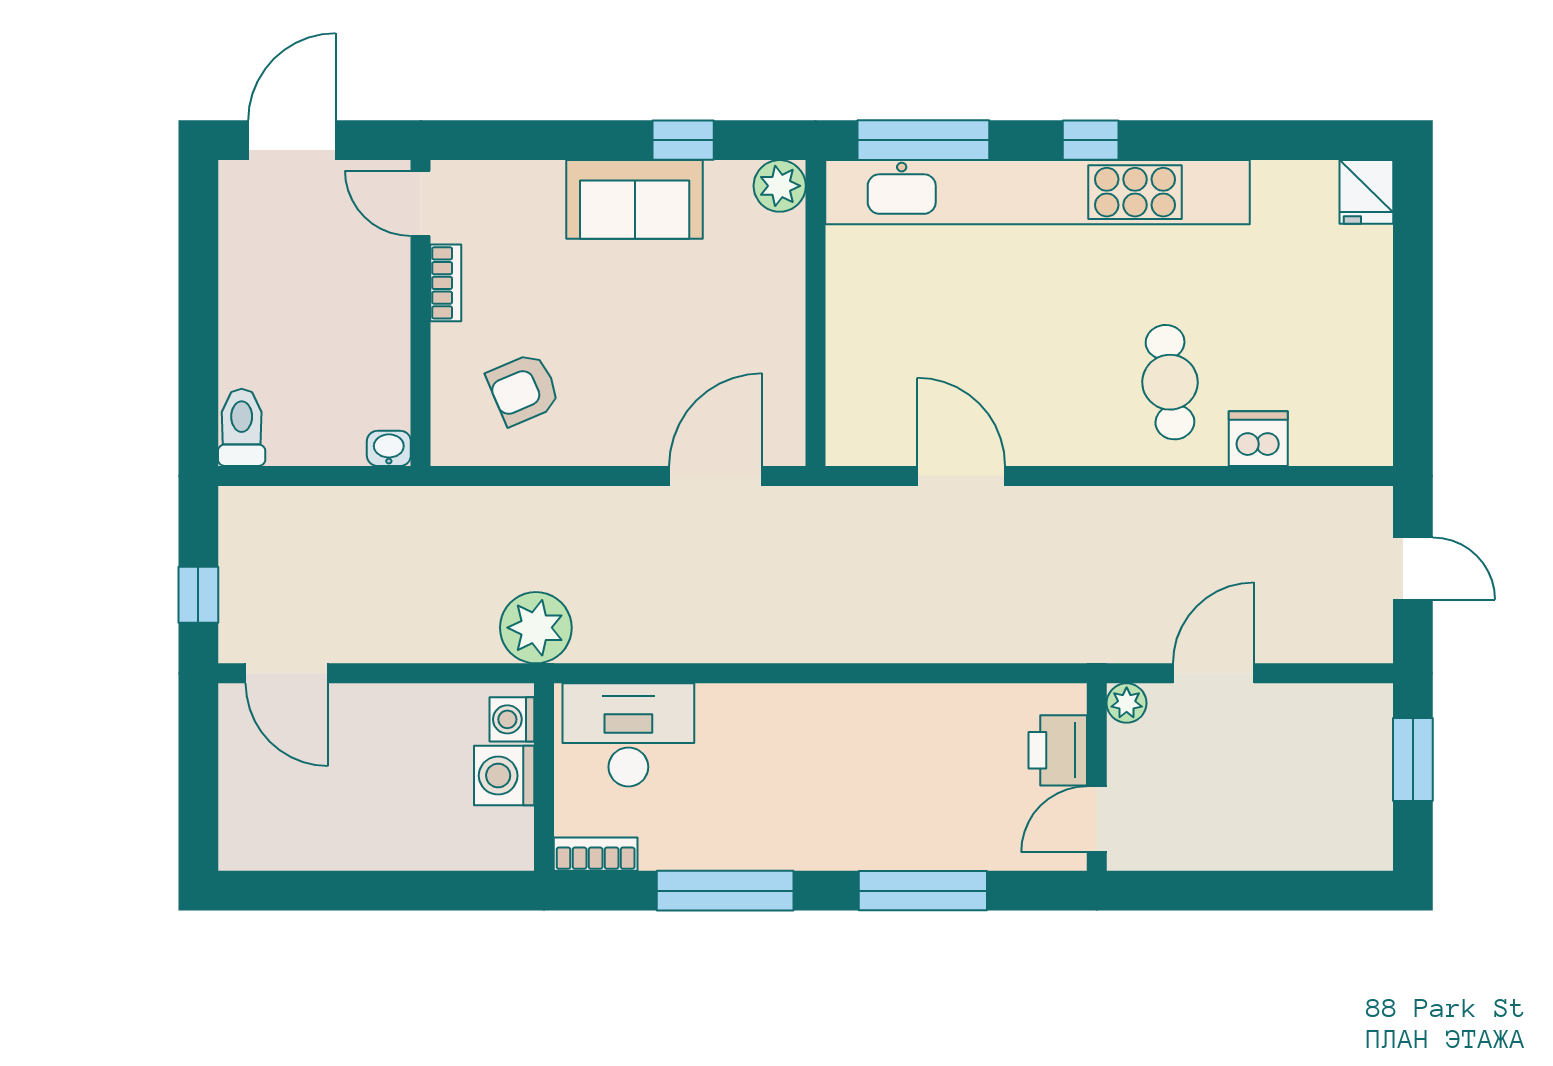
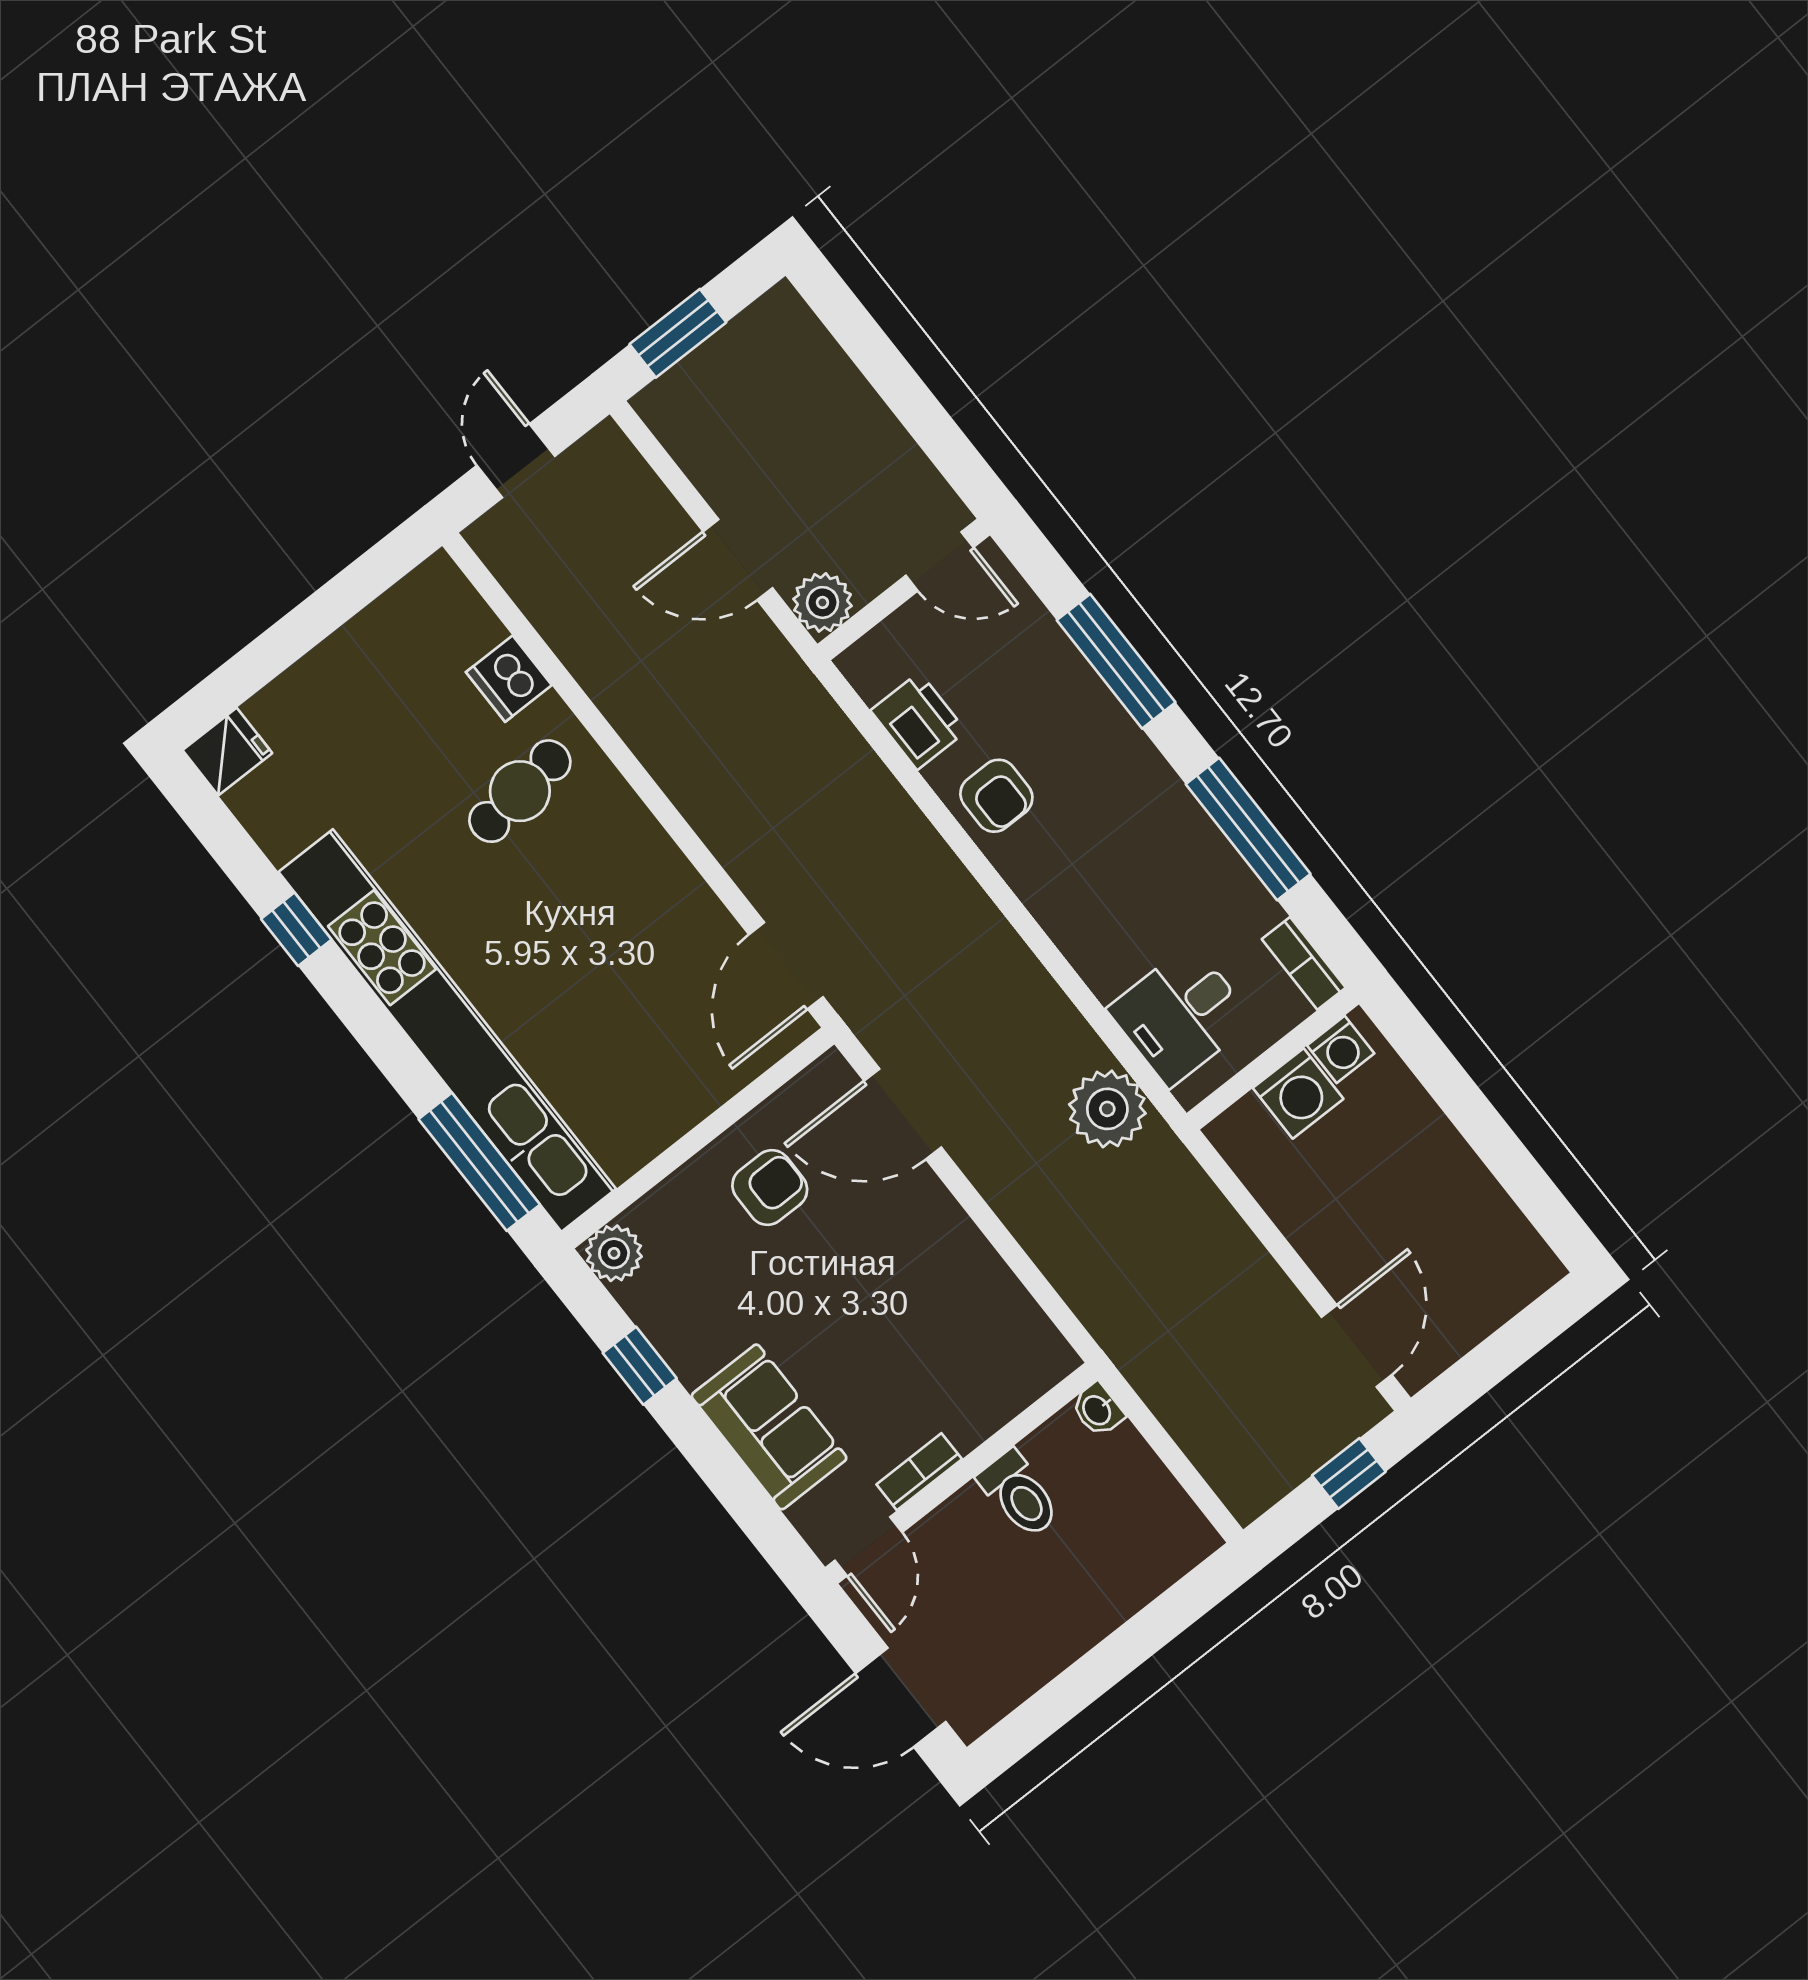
window: (1091, 140) -> (296, 929), moved
sofa: (635, 199) -> (769, 1427), moved
armchair: (523, 389) -> (770, 1187), moved, turned -67
toilet: (242, 427) -> (1019, 1494), moved, turned -90
door: (961, 476) -> (786, 966), moved
plant: (536, 628) -> (1107, 1109), moved
plant: (1127, 703) -> (822, 602), width x1.38, depth x1.38
washing machine: (512, 719) -> (1341, 1049), moved
armchair: (894, 726) -> (996, 796), added
desk: (628, 735) -> (1181, 1015), width x0.73
printer: (1058, 750) -> (918, 721), moved, turned -90

